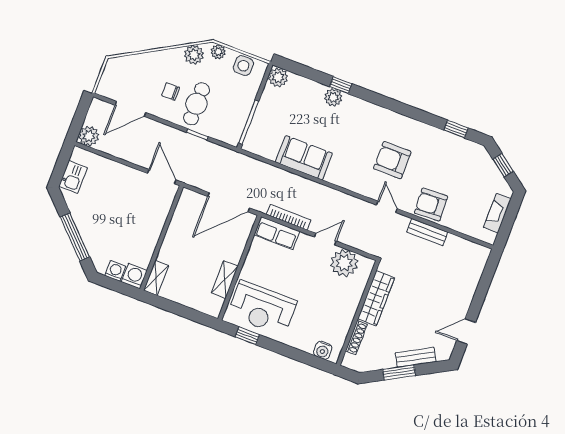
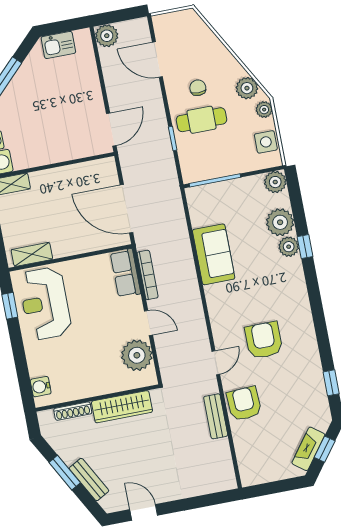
plant: (311, 93) -> (280, 222), added
fireplace: (497, 213) -> (308, 449), moved, turned -53
shelving: (225, 280) -> (32, 254), moved

